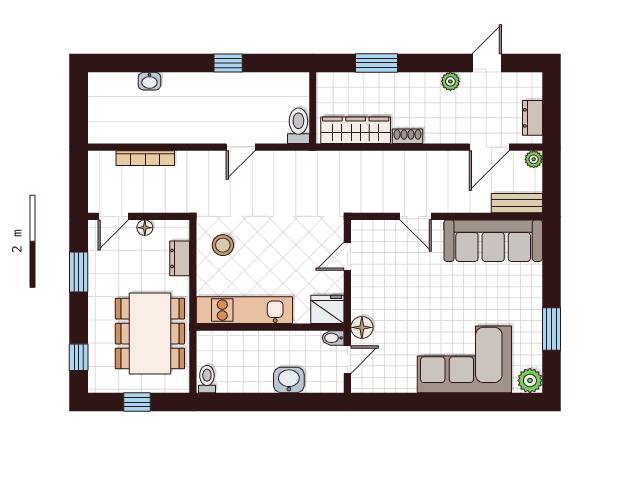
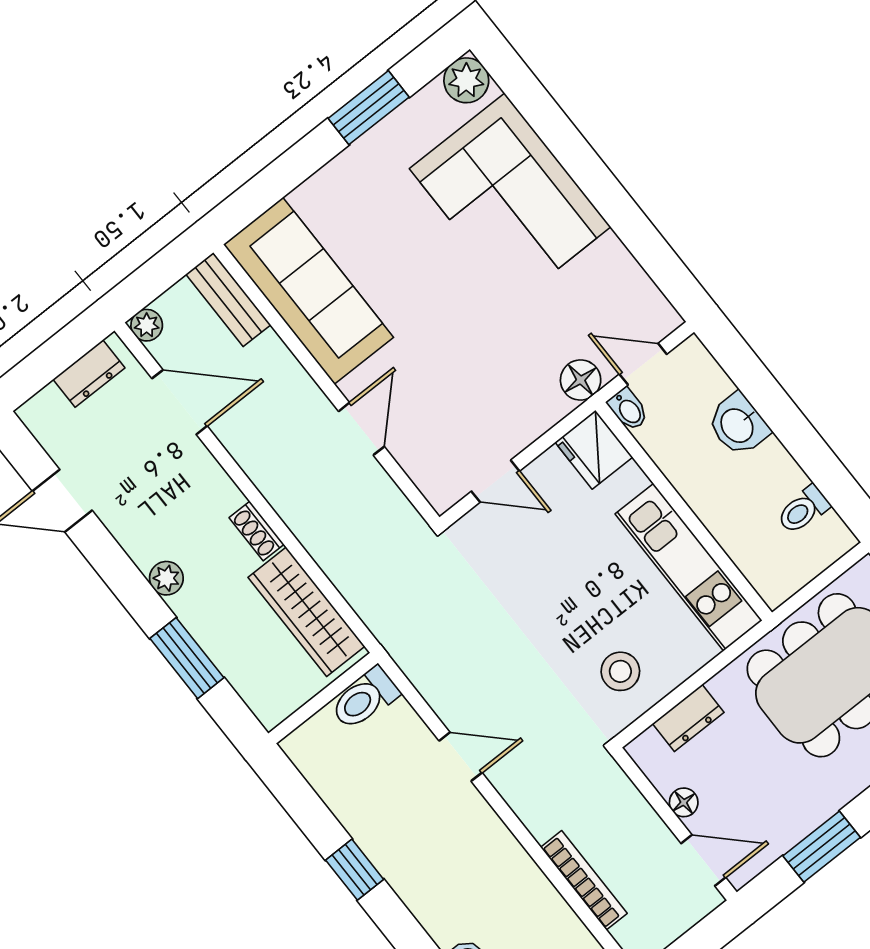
plant: (450, 81) -> (166, 578), moved
toilet: (207, 379) -> (803, 510), moved

